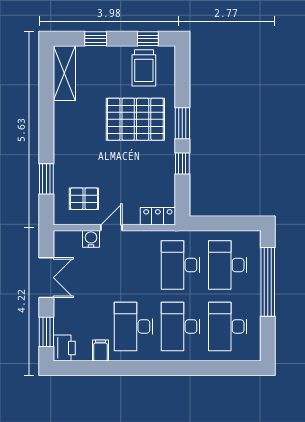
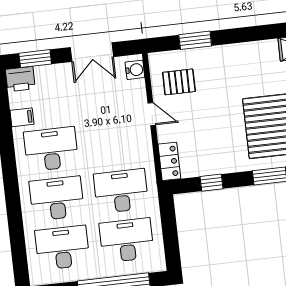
window: (182, 163) -> (212, 183), moved
pallet: (84, 199) -> (179, 82), turned 90
water cooler: (91, 239) -> (135, 70), moved

